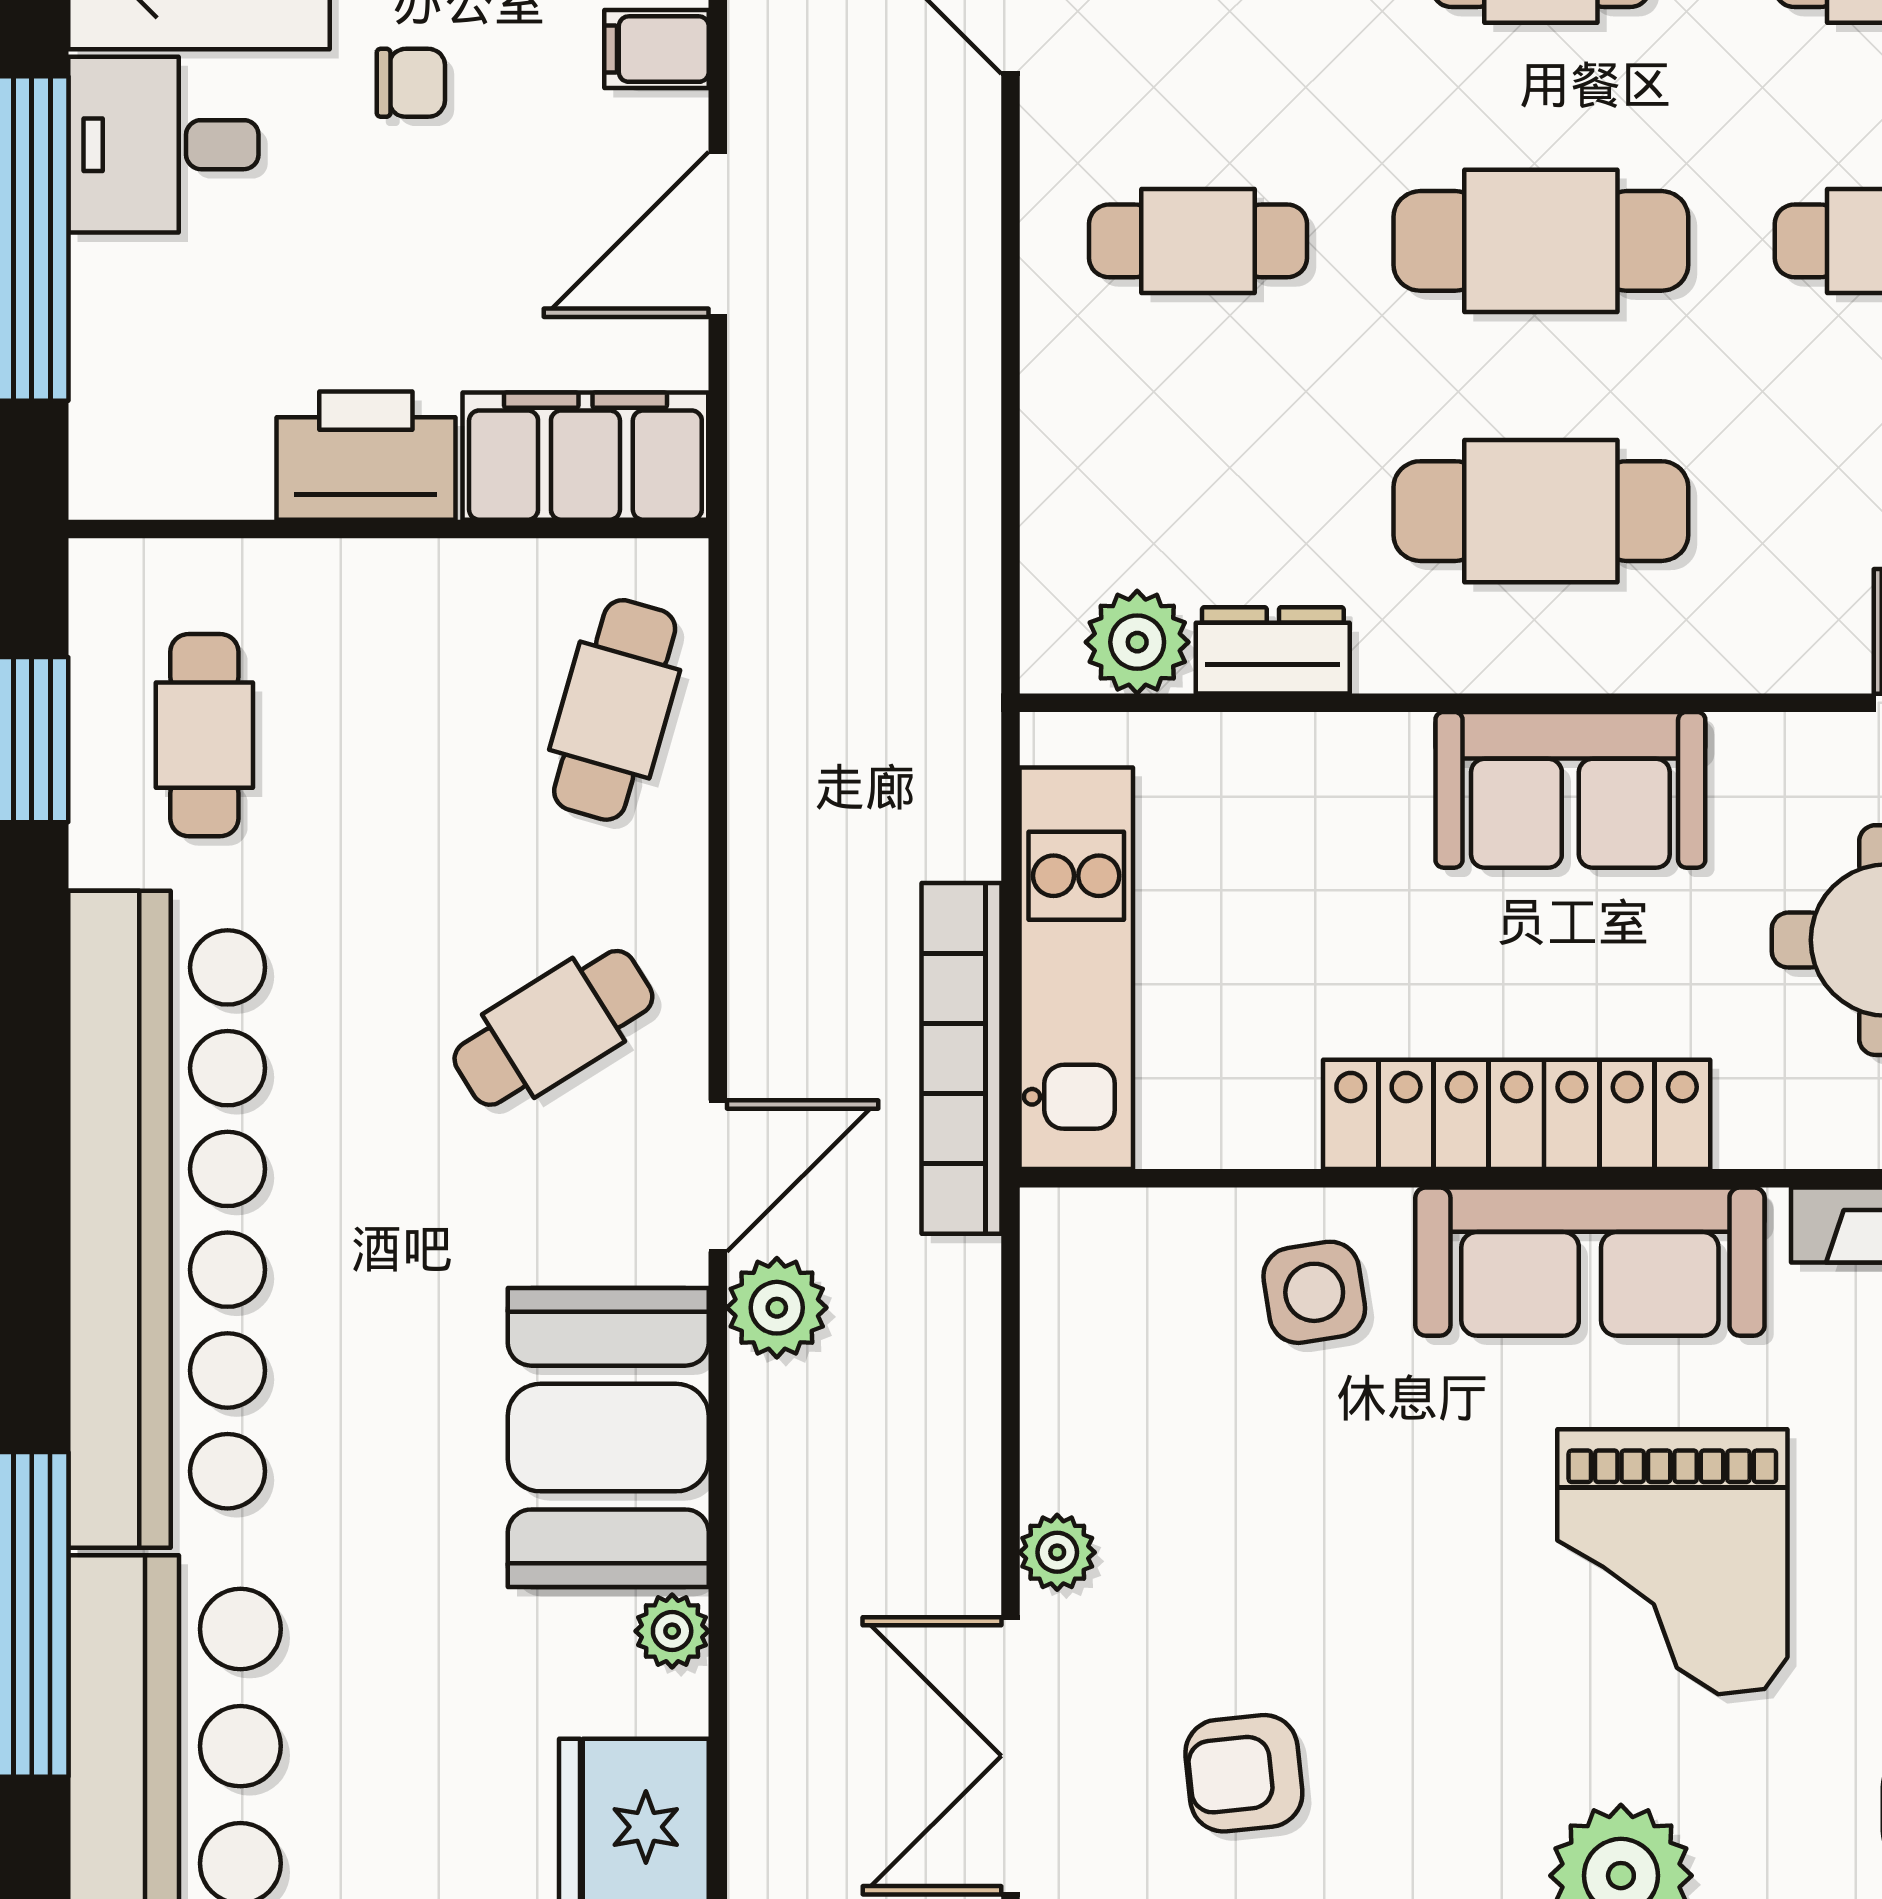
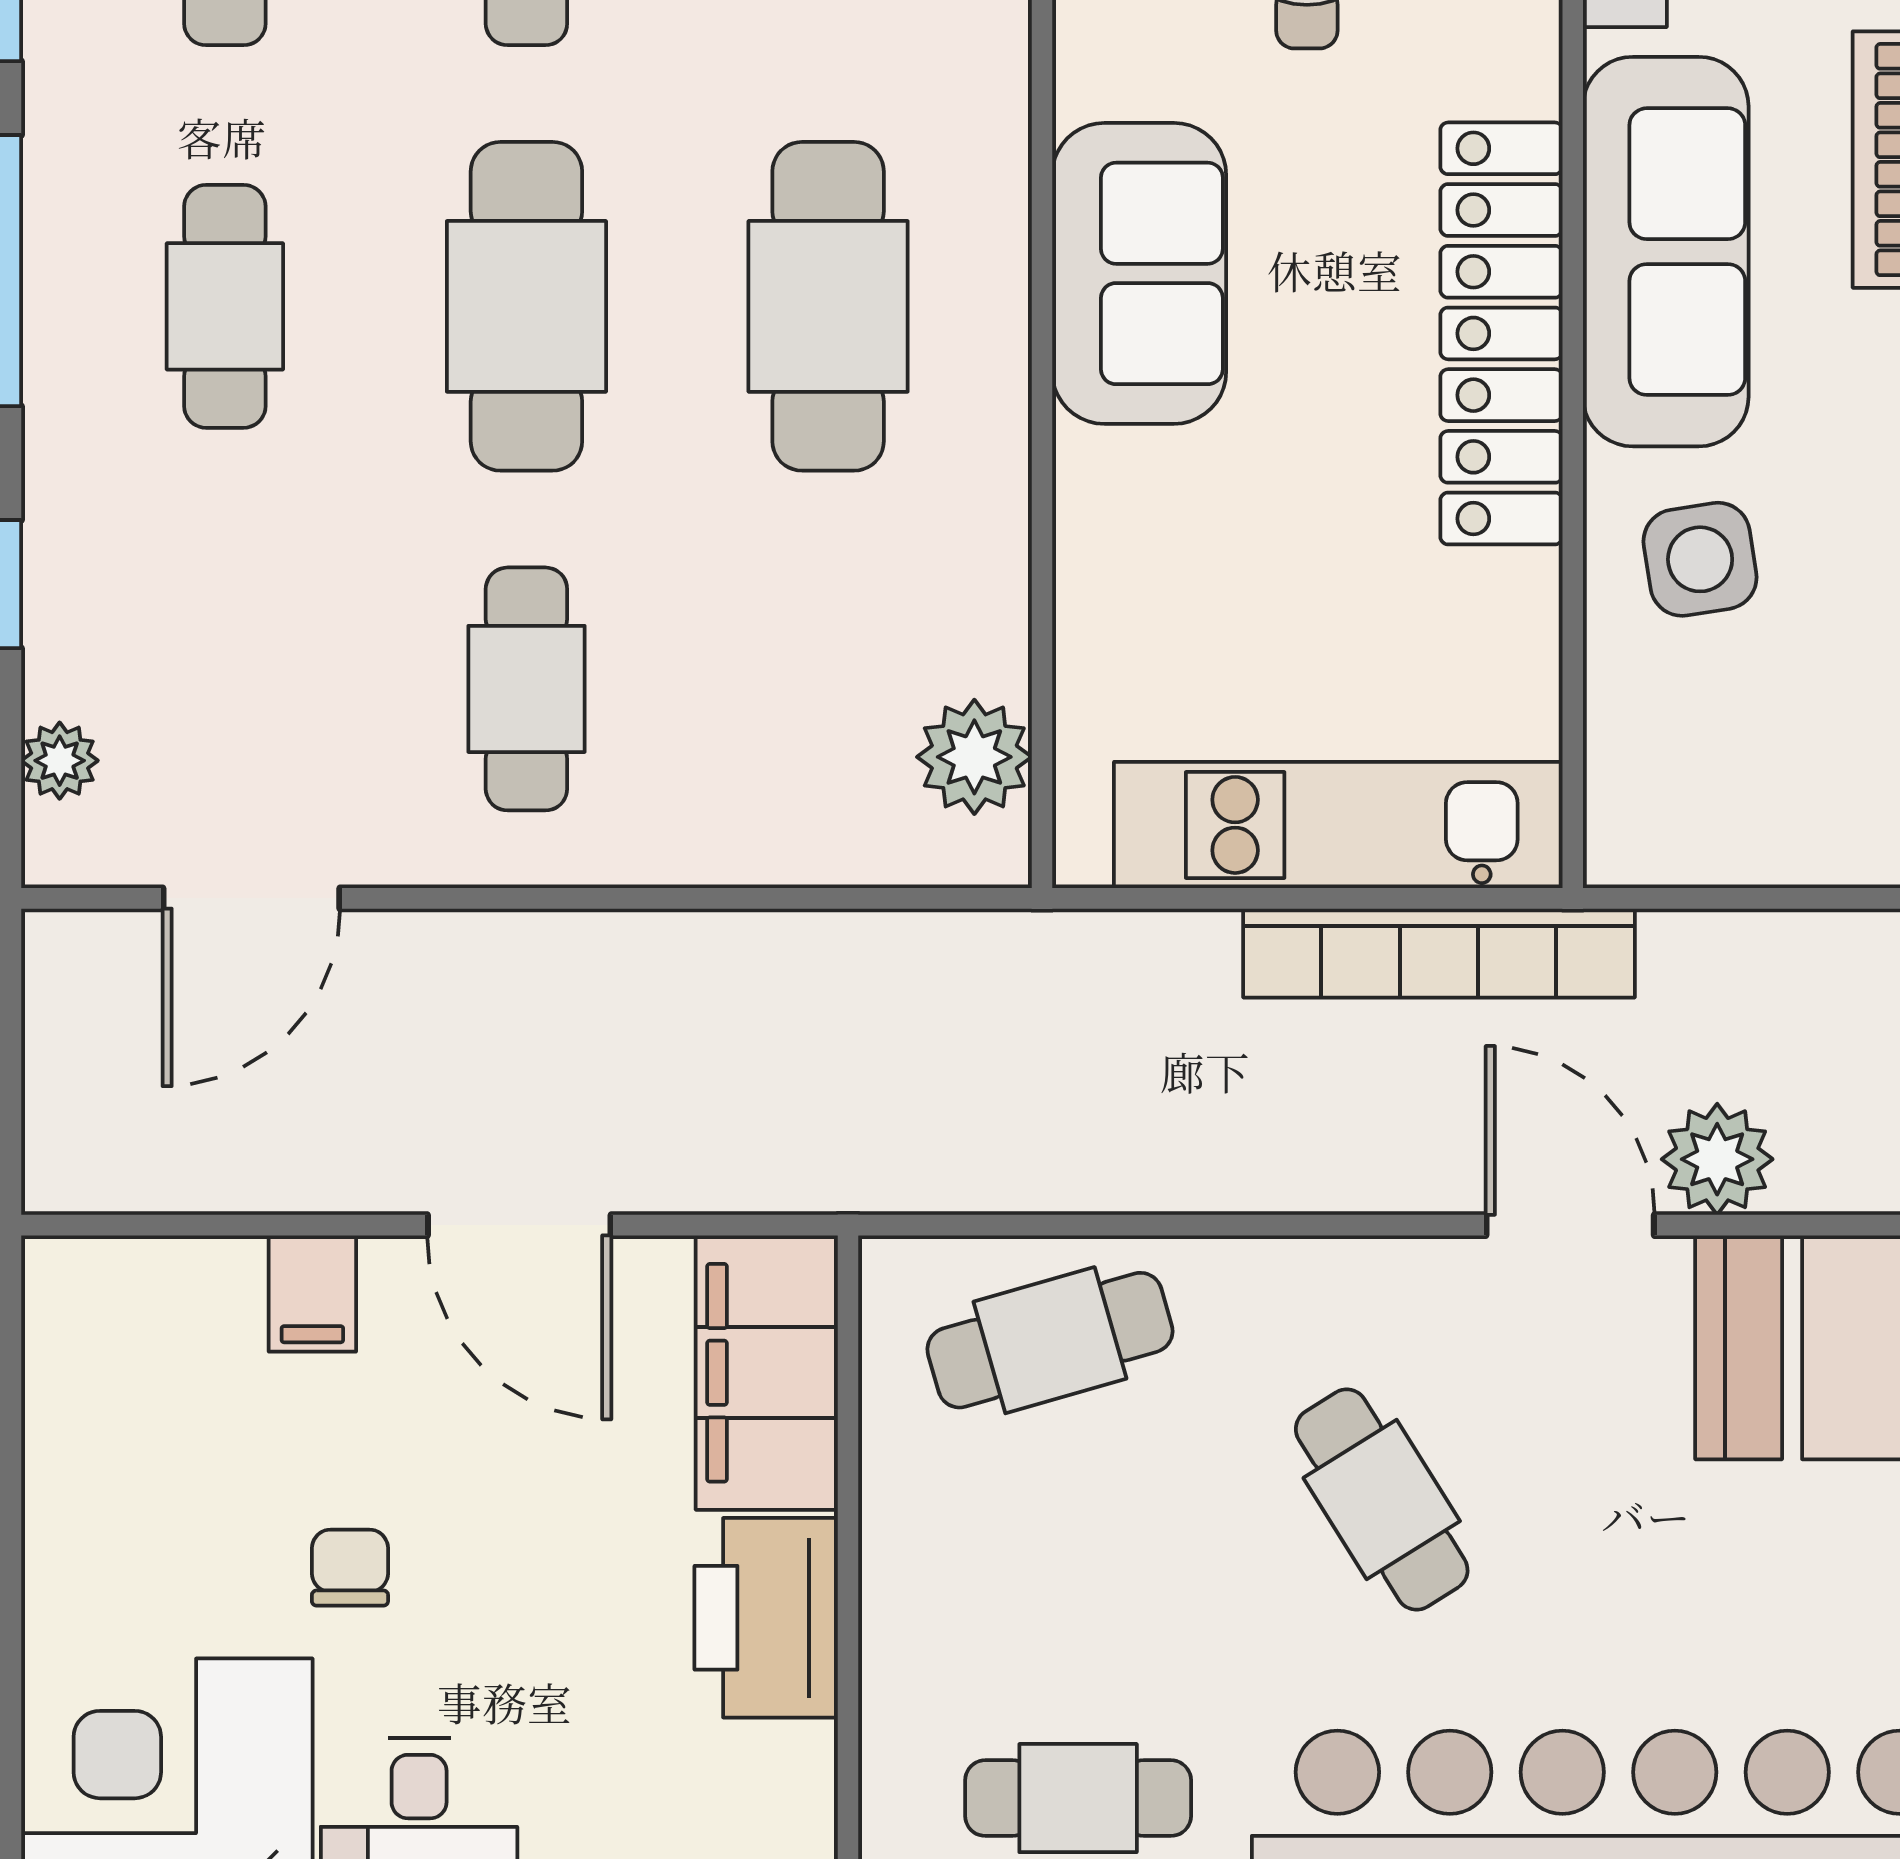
dresser: (1273, 650) -> (983, 605), removed
cafe table: (615, 710) -> (1050, 1340), turned -32
cafe table: (553, 1028) -> (1382, 1500), moved

